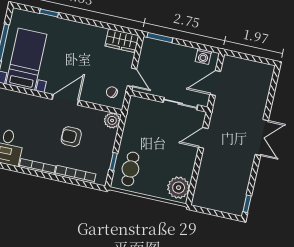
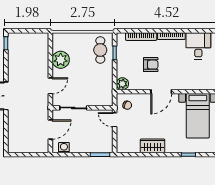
wardrobe: (122, 41) -> (152, 146), moved
plant: (179, 188) -> (61, 60), moved

